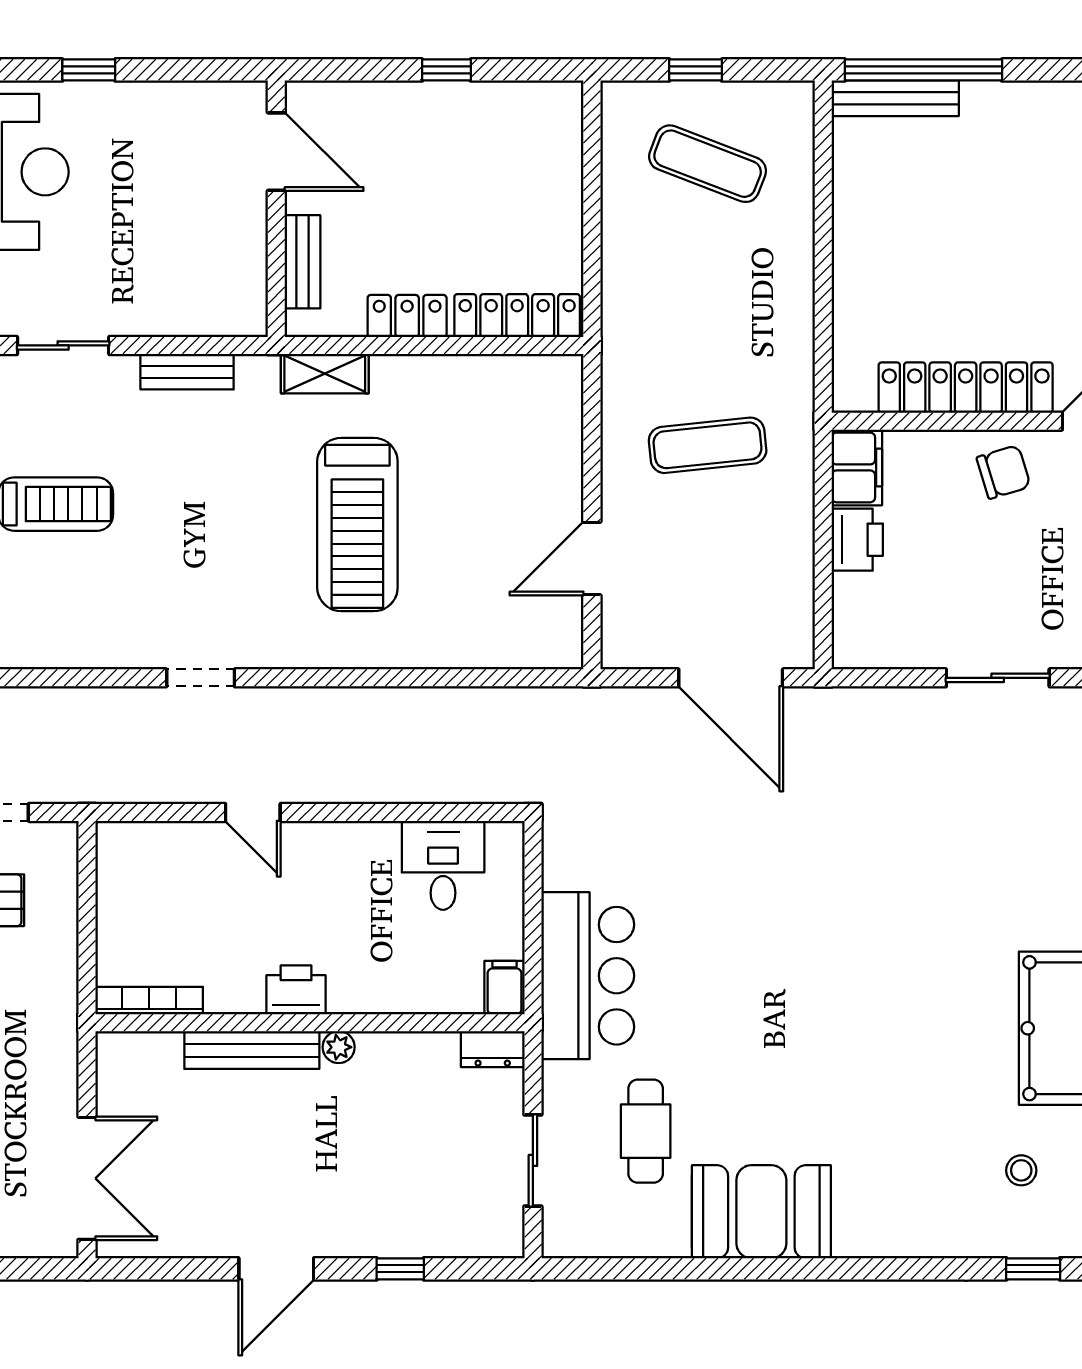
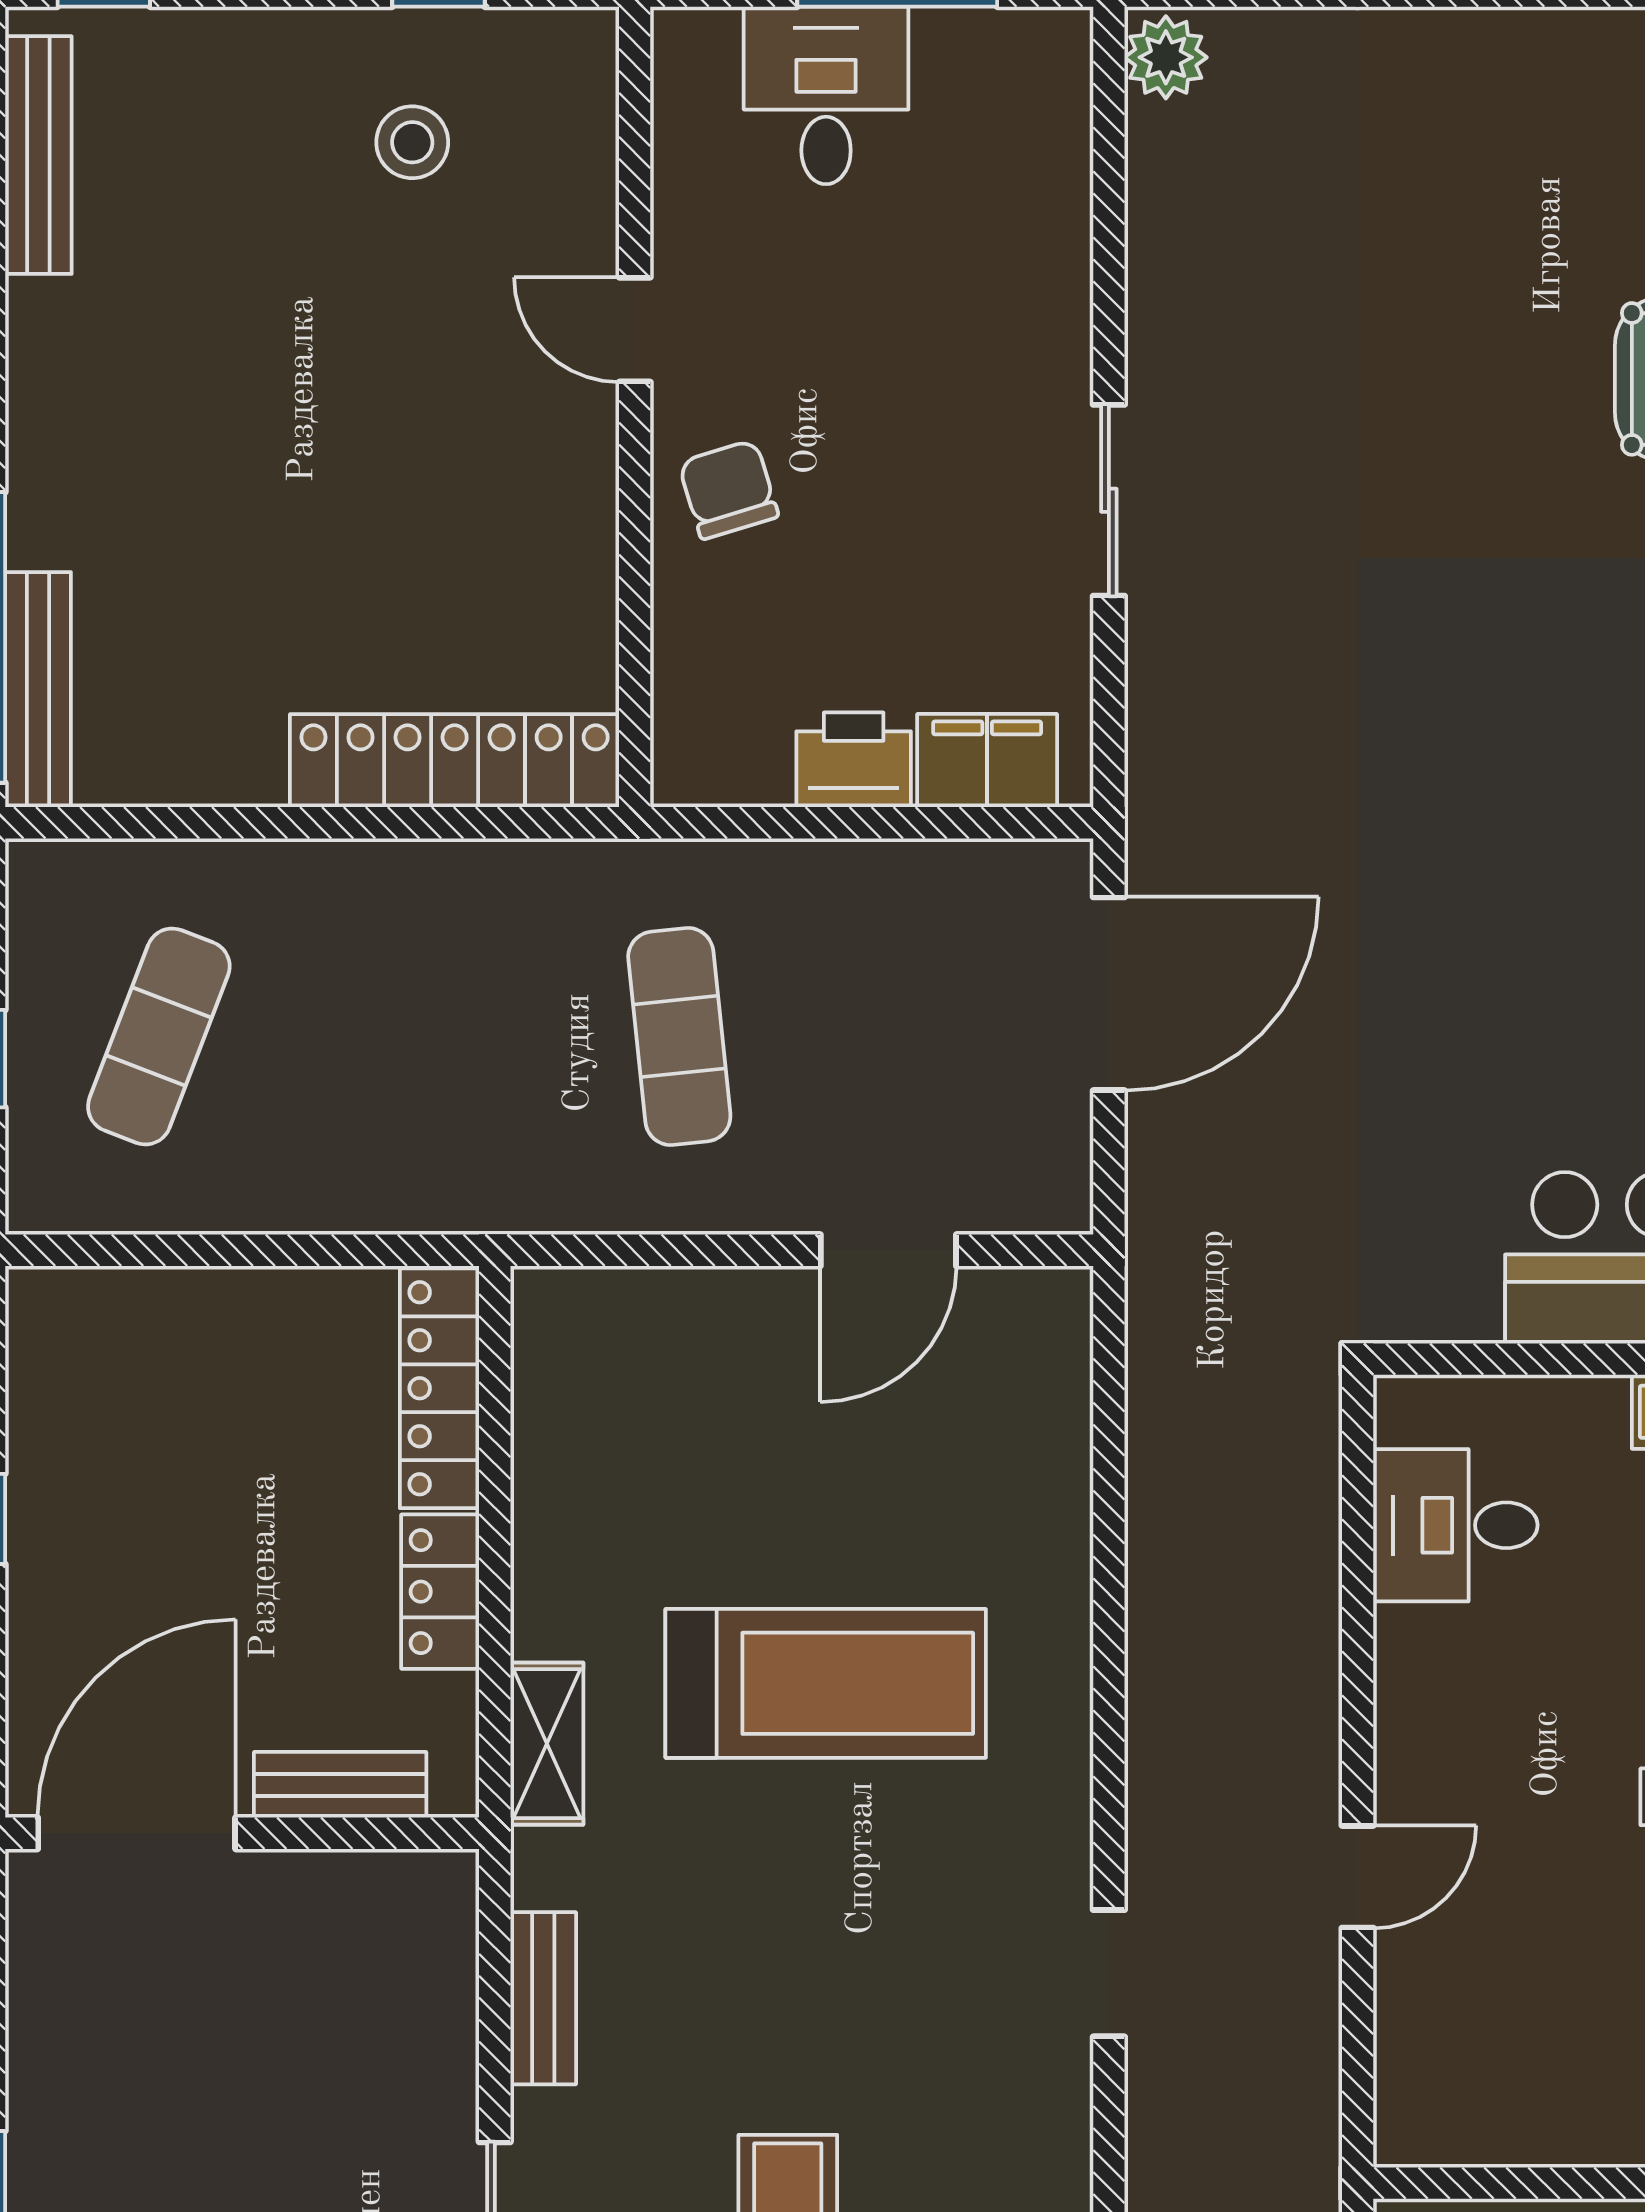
door: (276, 152) -> (137, 1833), width x1.36
locker: (966, 388) -> (455, 761), moved, turned 90
filing cabinet: (857, 467) -> (987, 761), moved
door: (592, 559) -> (888, 1250), hinge flipped

